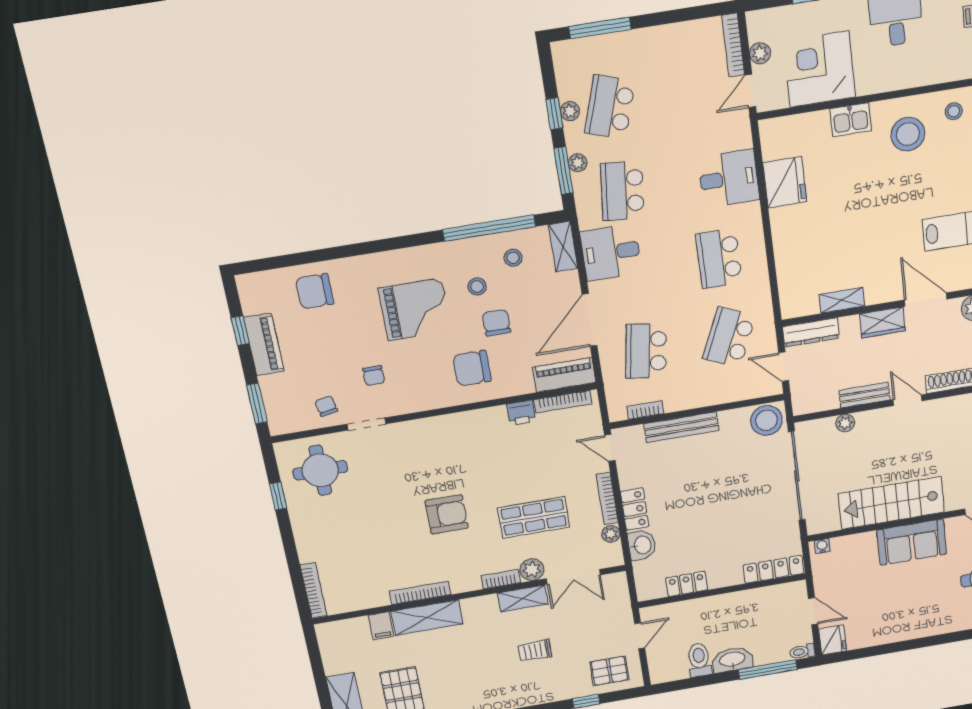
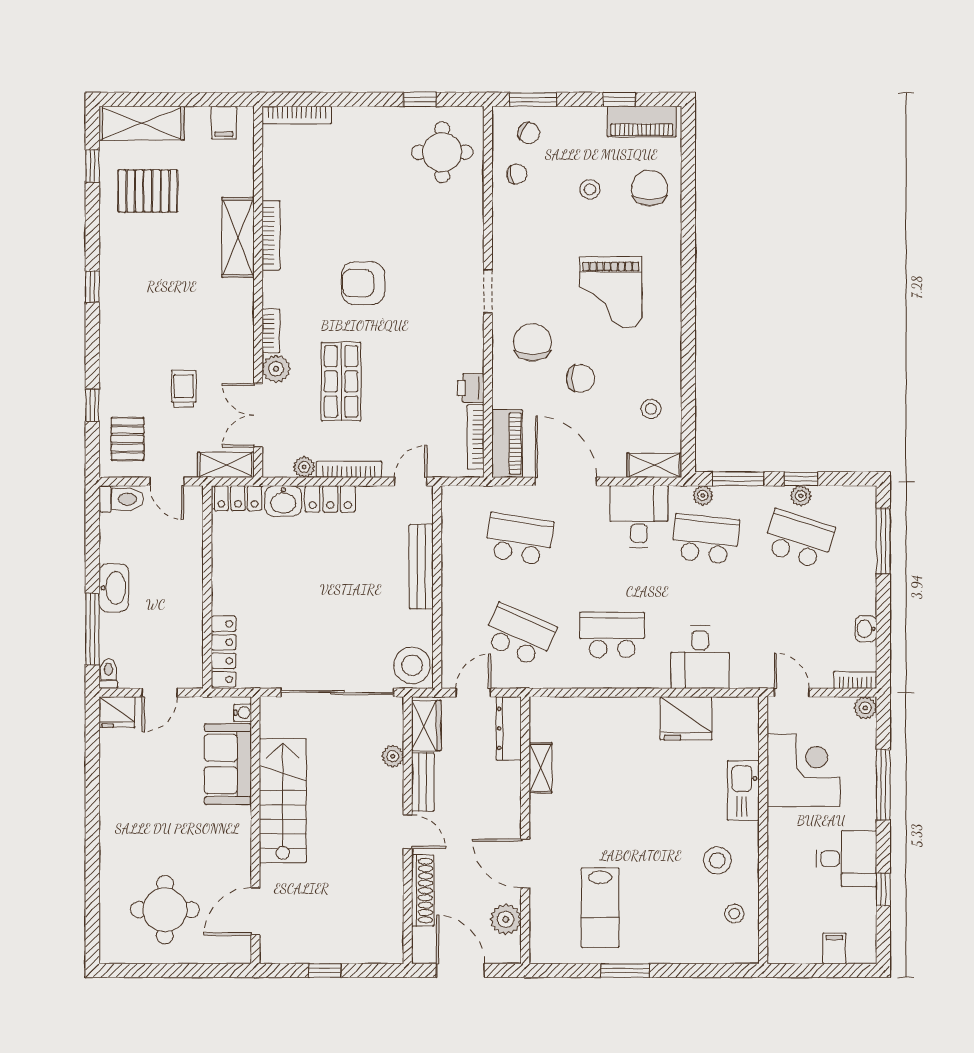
washbasin: (683, 31) -> (866, 629), added
bookcase: (733, 45) -> (855, 680), width x0.64
plant: (760, 53) -> (865, 708), moved
kitchen sink: (851, 120) -> (743, 790), width x1.38
stool: (908, 134) -> (717, 860), width x0.73, depth x0.73
plant: (578, 163) -> (703, 495), moved
window: (489, 228) -> (688, 389), removed
stool: (477, 286) -> (590, 189), moved
door: (926, 299) -> (525, 863), swing flipped
wardrobe: (882, 322) -> (426, 726), moved, turned 180
piano: (264, 344) -> (642, 121), moved
chair: (374, 376) -> (529, 133), moved, turned -153
door: (908, 400) -> (408, 832), hinge flipped
bookcase: (645, 410) -> (449, 528), removed
doorway: (366, 424) -> (488, 291), moved
armchair: (447, 514) -> (363, 283), turned 90
sofa: (912, 542) -> (228, 764), moved
locker: (687, 584) -> (238, 498), moved, turned 90
shelving: (523, 599) -> (226, 465), moved, turned 90
filing cabinet: (381, 626) -> (224, 123), moved, turned -90
trolley: (535, 651) -> (184, 389), moved
toilet: (699, 660) -> (121, 499), moved

